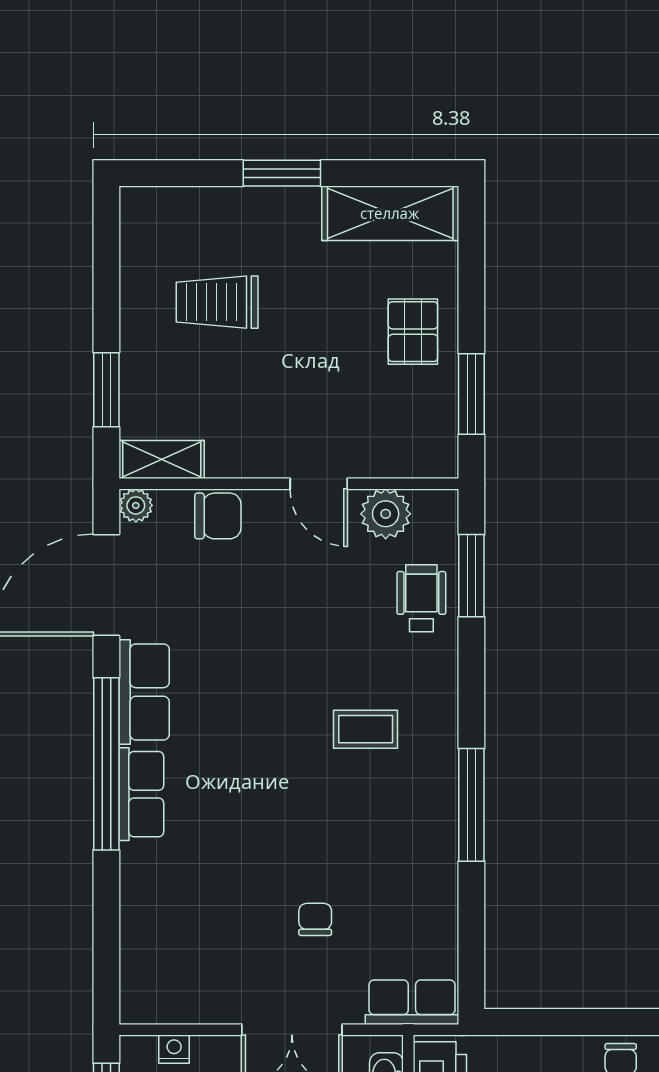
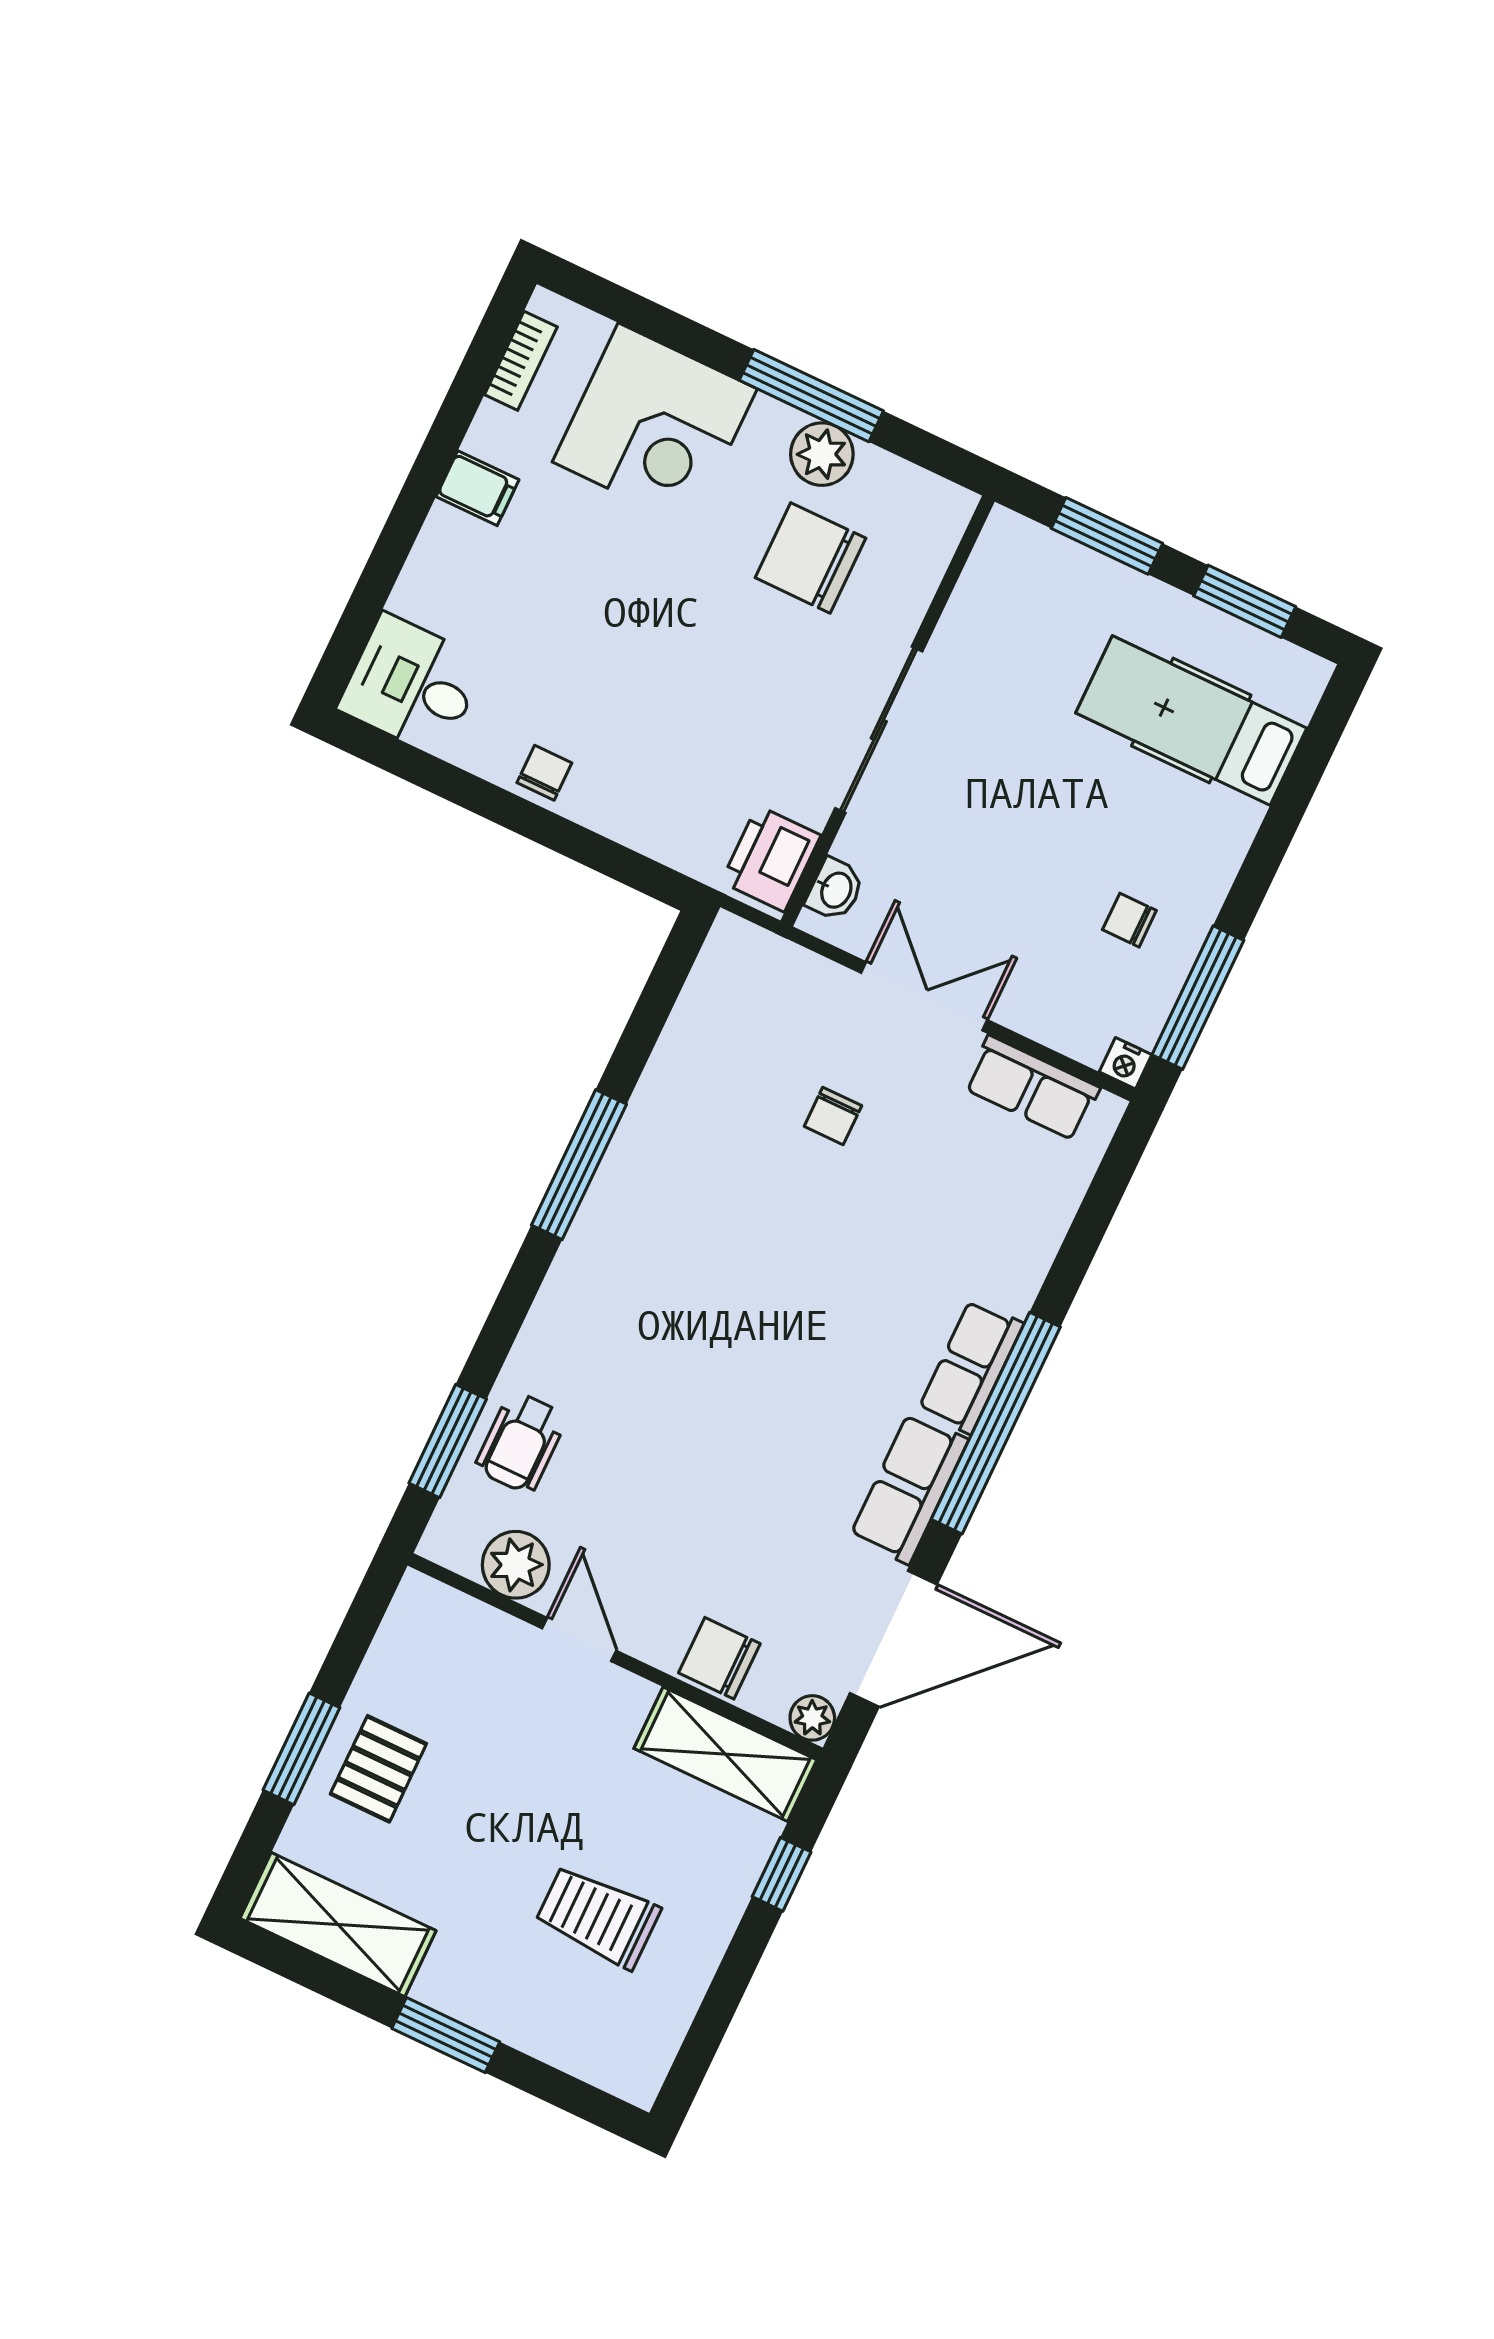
trolley: (217, 302) -> (598, 1917), turned 180
window: (106, 390) -> (782, 1874), width x0.67
window: (471, 394) -> (301, 1749), moved
shelving: (162, 459) -> (725, 1754), width x1.50, depth x1.33
coffee table: (366, 729) -> (663, 1316), removed
row of seats: (412, 1002) -> (1032, 1088), moved
nightstand: (174, 1049) -> (1125, 1063), moved

